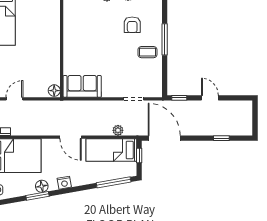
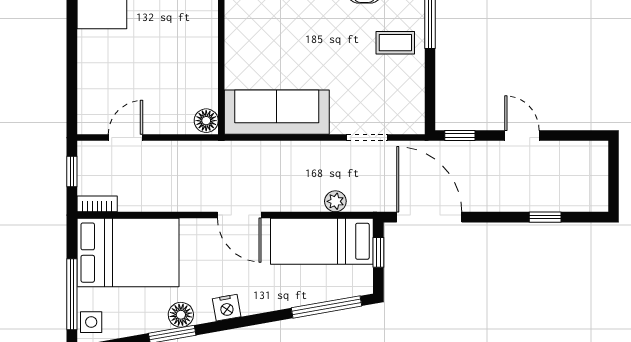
sofa: (82, 86) -> (277, 112), width x1.36

